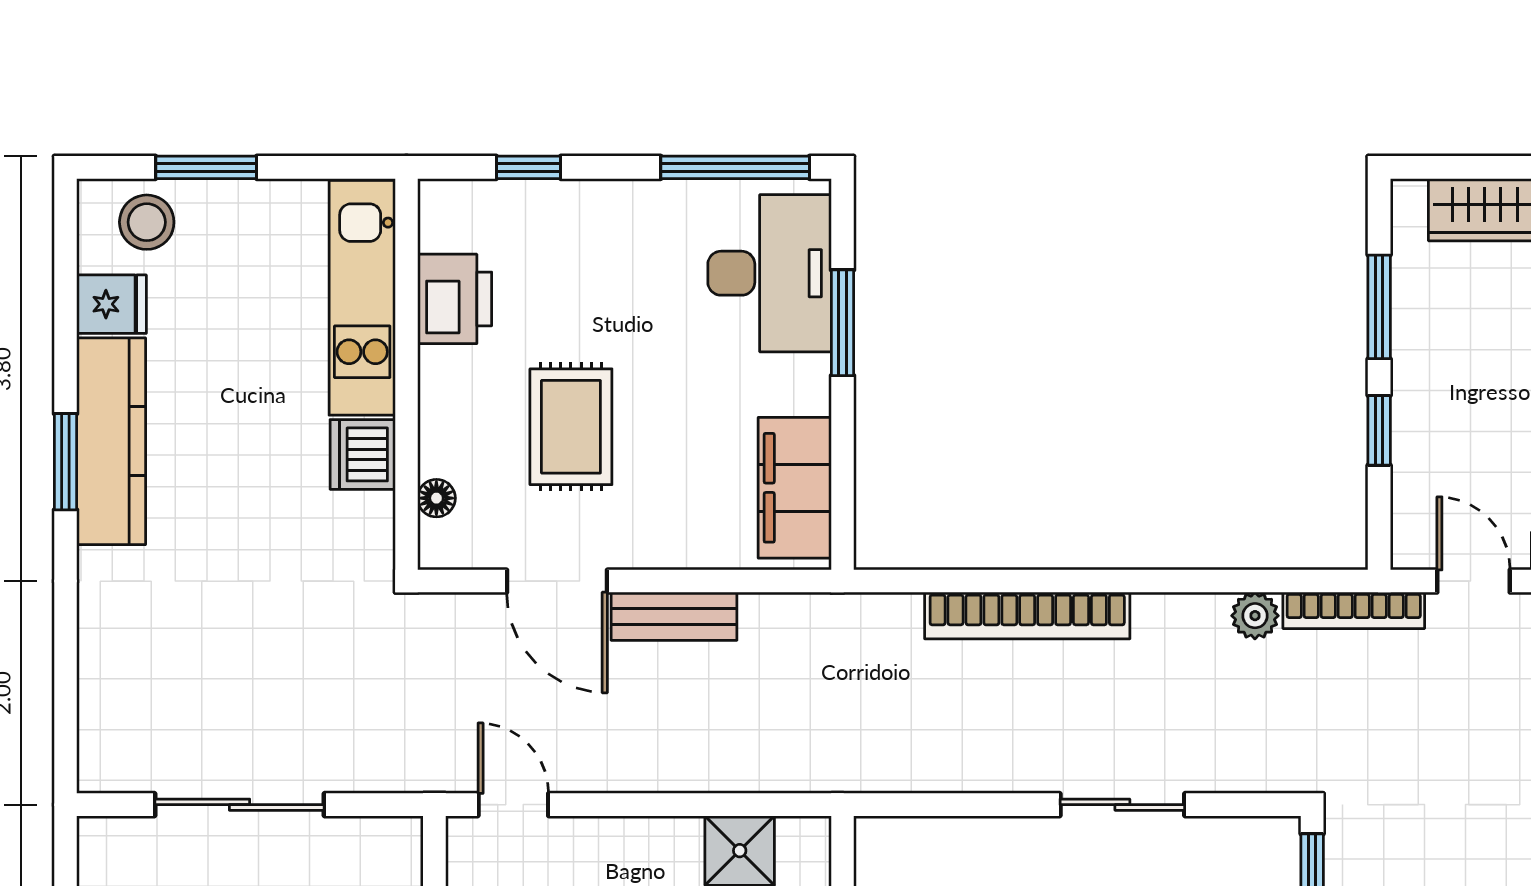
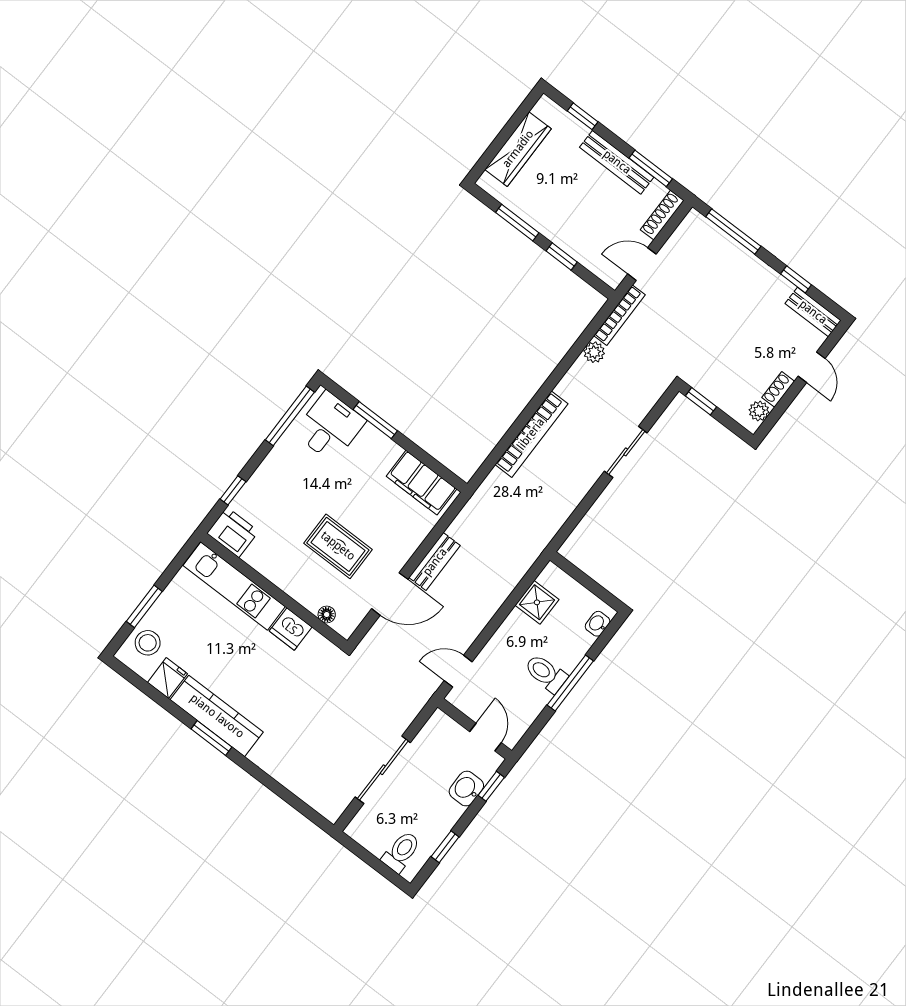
desk: (770, 273) -> (330, 427), width x0.73
printer: (455, 299) -> (233, 532), moved

